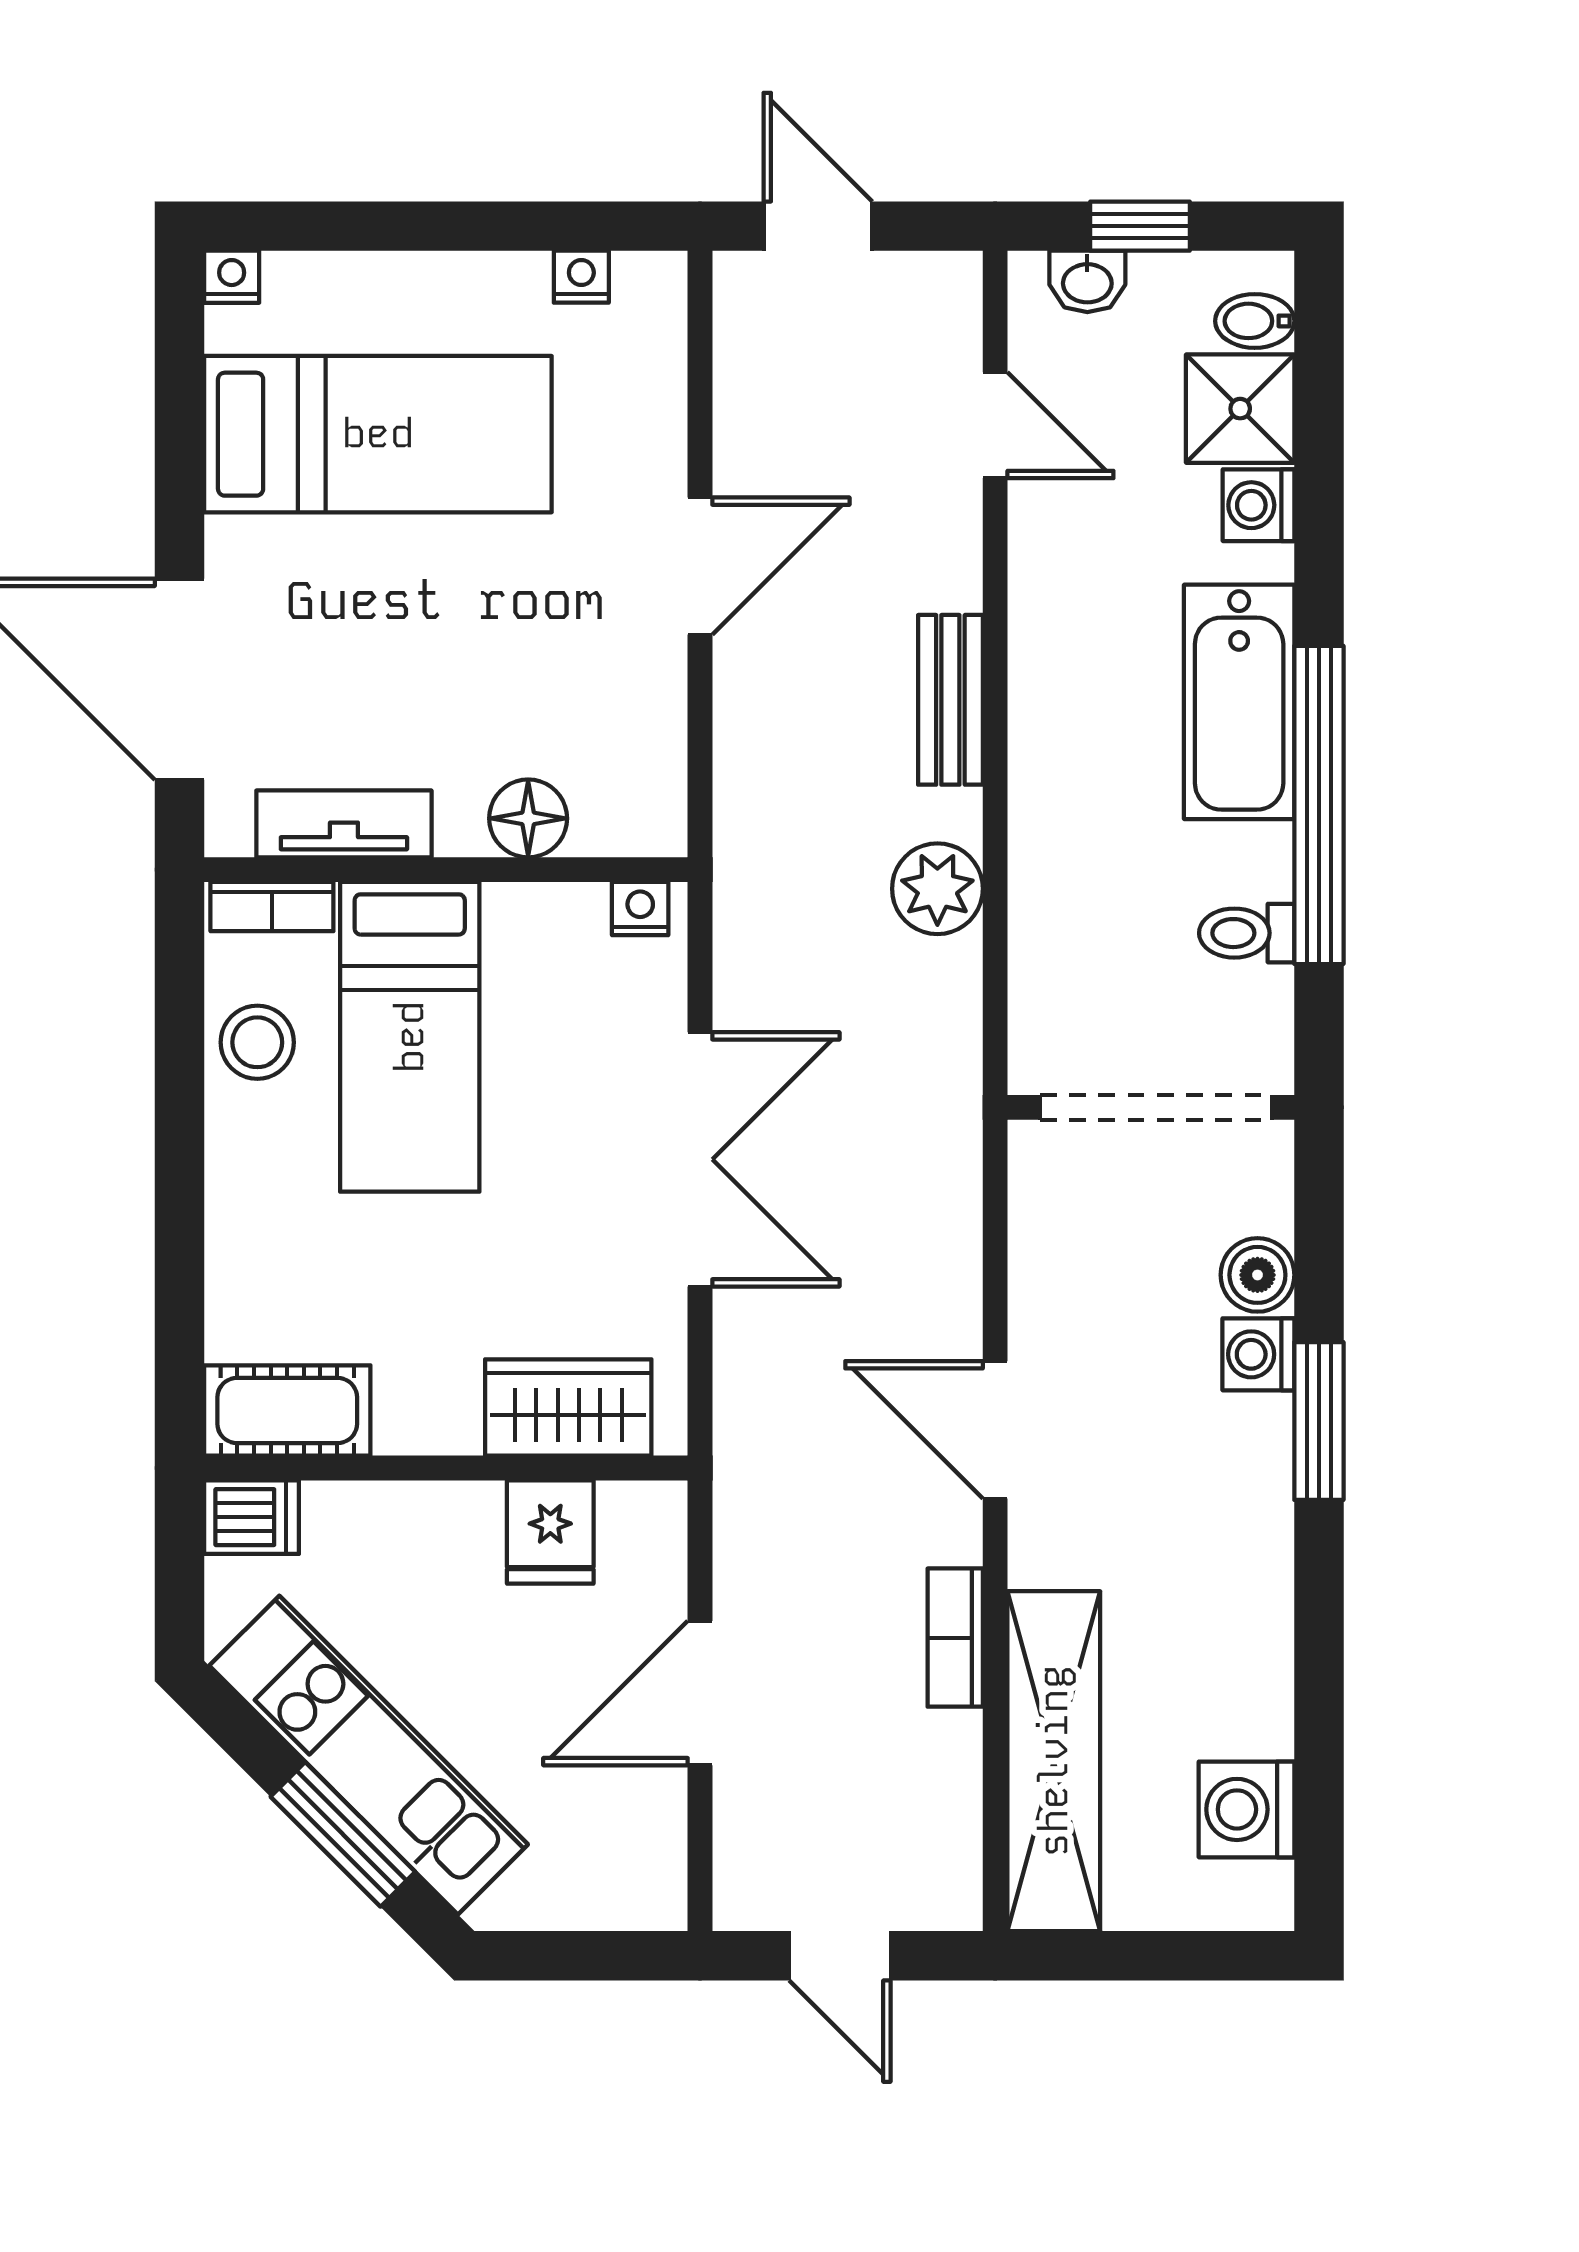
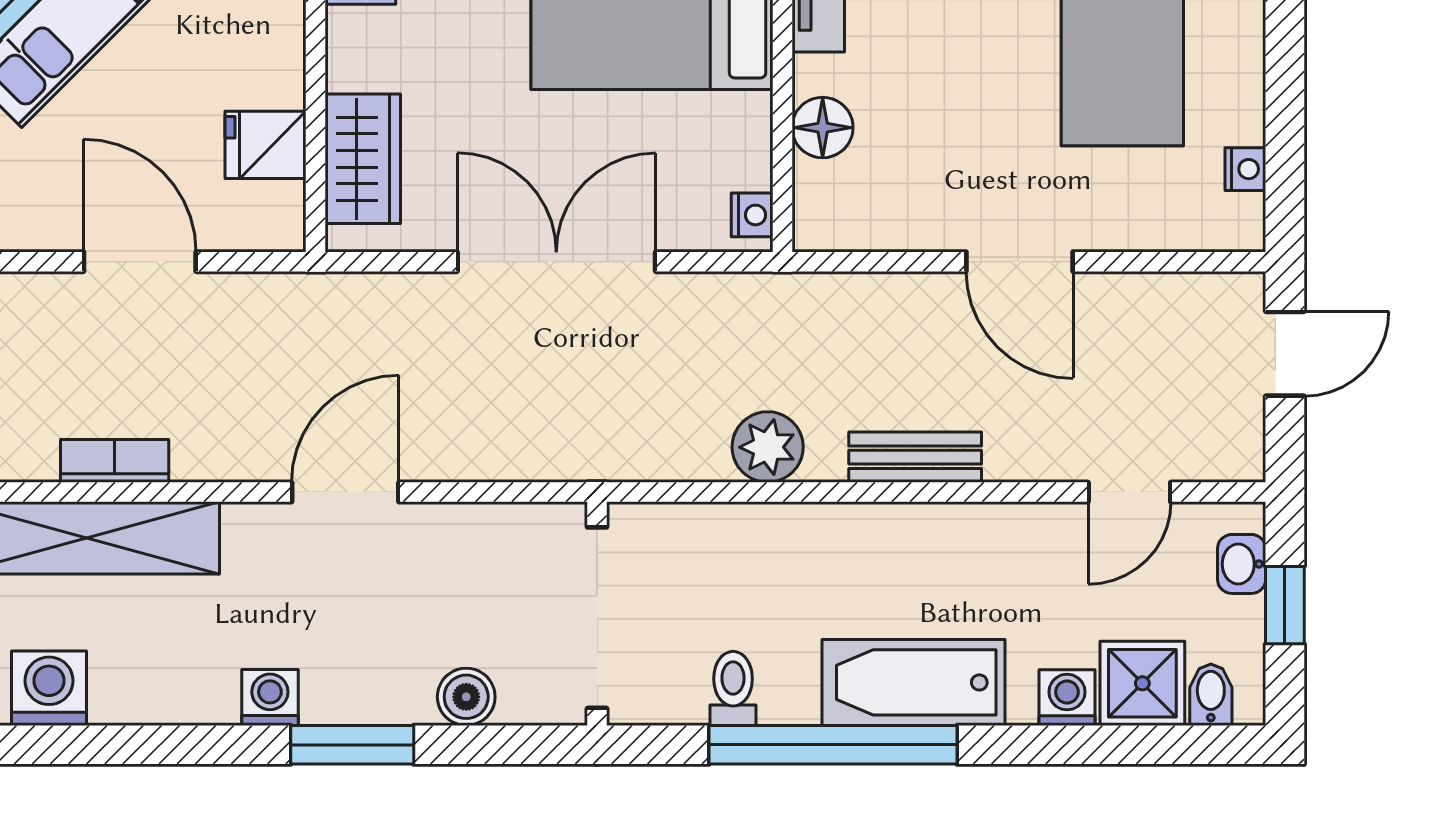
double door: (700, 1159) -> (556, 262), swing flipped
washing machine: (1258, 1354) -> (270, 698), moved
bookcase: (955, 1638) -> (115, 461), moved

